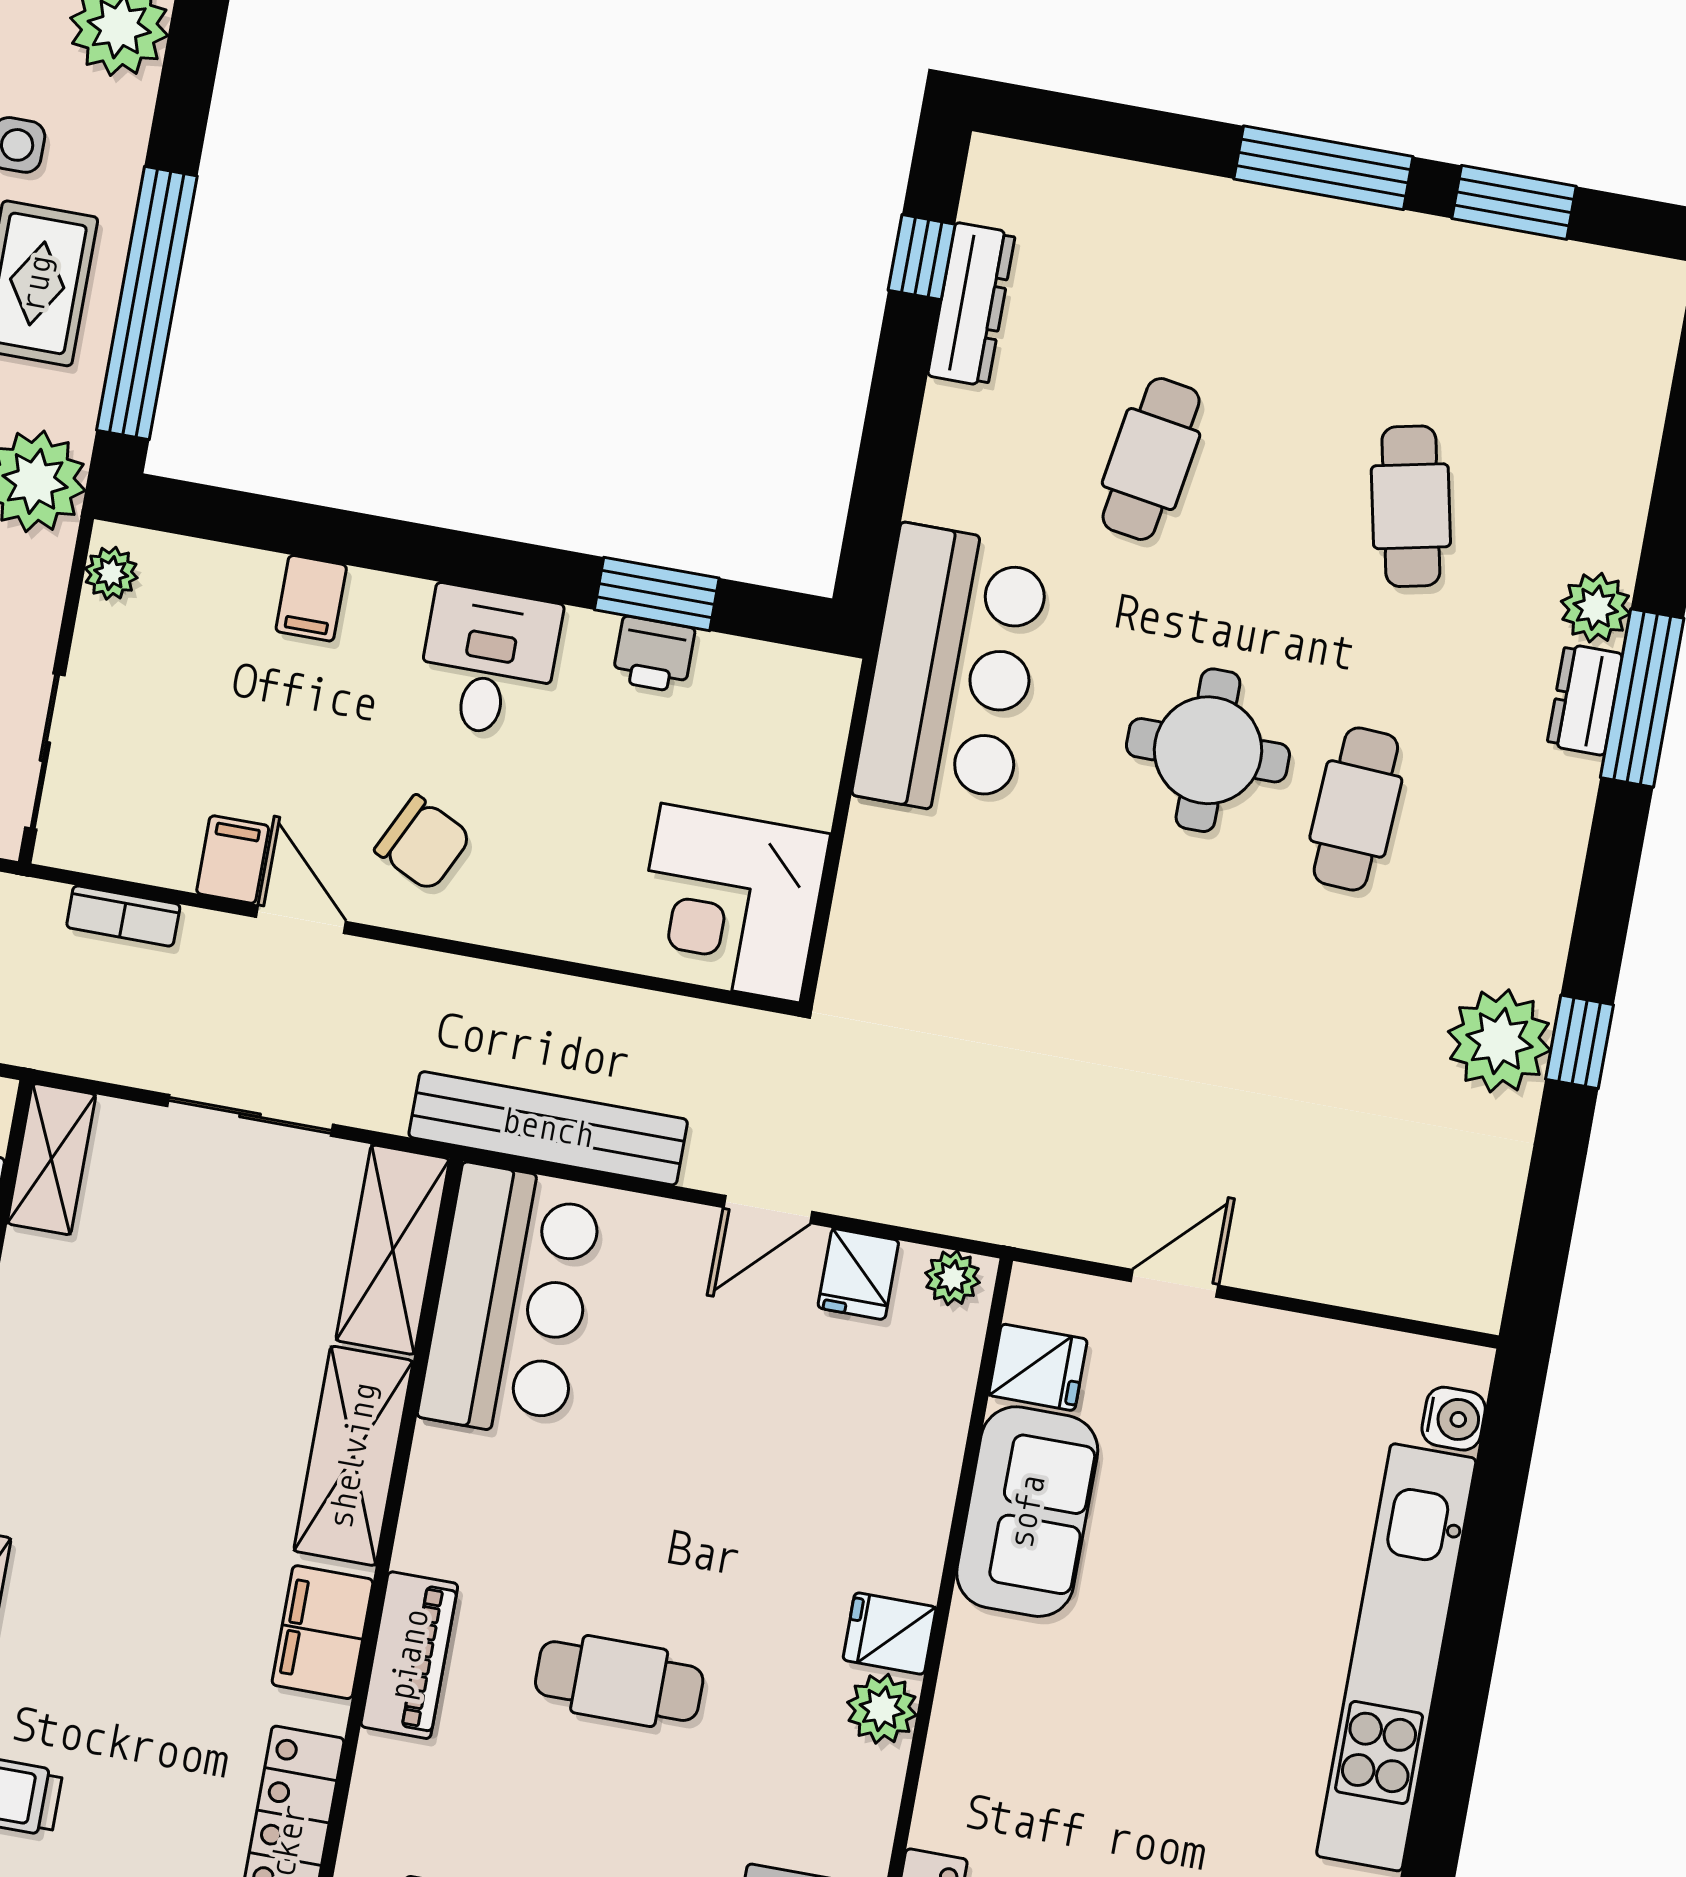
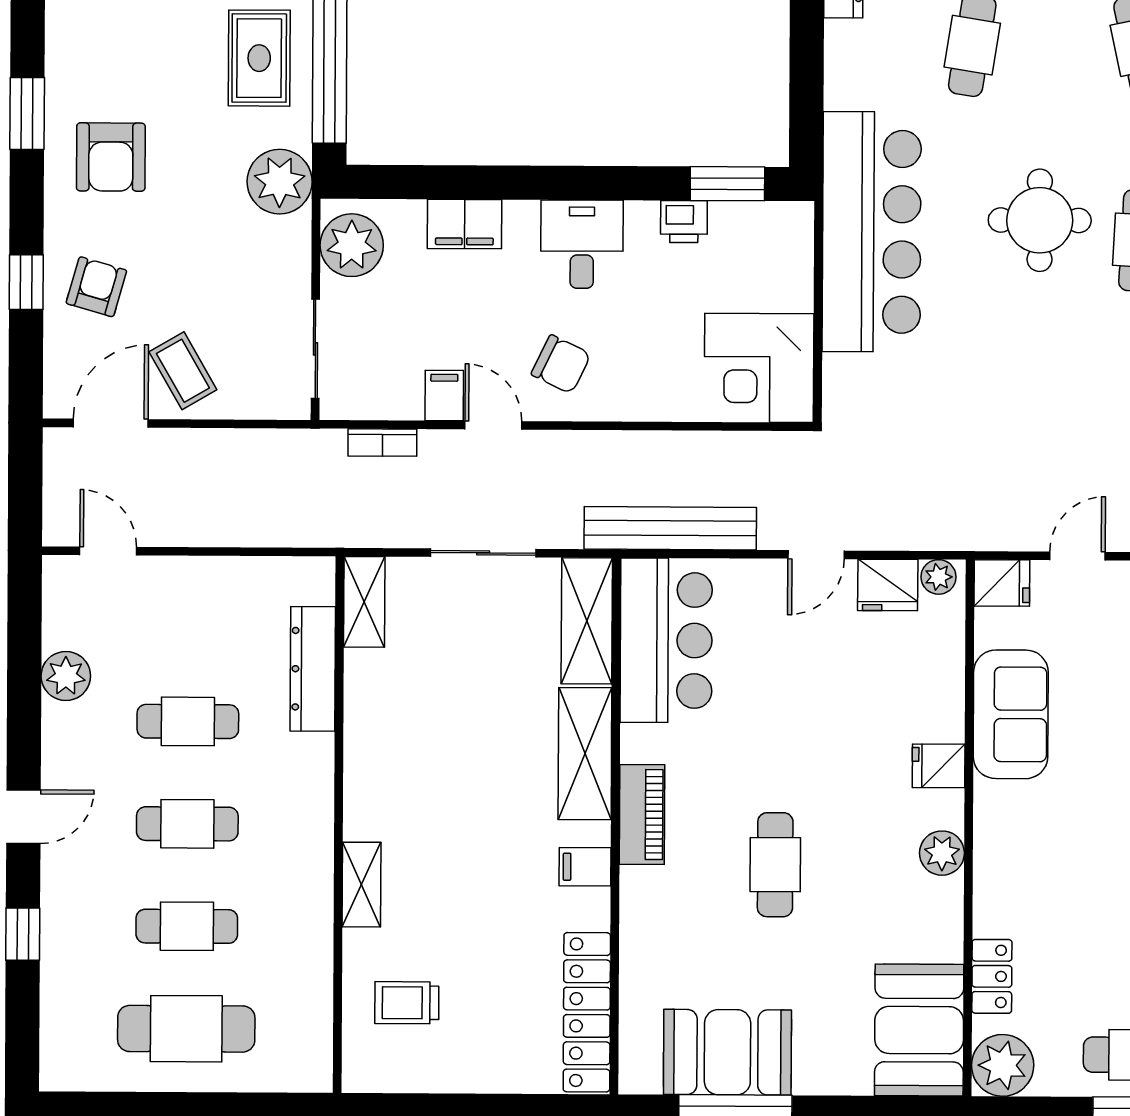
plant: (111, 573) -> (352, 245), width x1.88, depth x1.88
window: (657, 594) -> (727, 184), moved
filing cabinet: (311, 598) -> (464, 224), width x2.00
bar counter: (952, 672) -> (872, 232), width x1.36
fridge: (858, 1274) -> (888, 585), width x1.38
fridge: (1038, 1367) -> (1002, 583), moved
filing cabinet: (322, 1632) -> (585, 867), width x0.50
fridge: (889, 1634) -> (939, 766), moved
piano: (409, 1655) -> (642, 815), moved
cafe table: (619, 1681) -> (775, 865), turned 90

